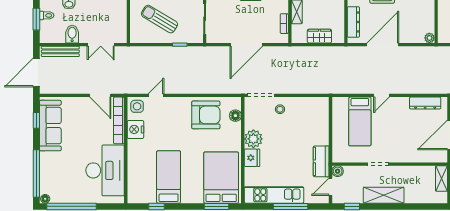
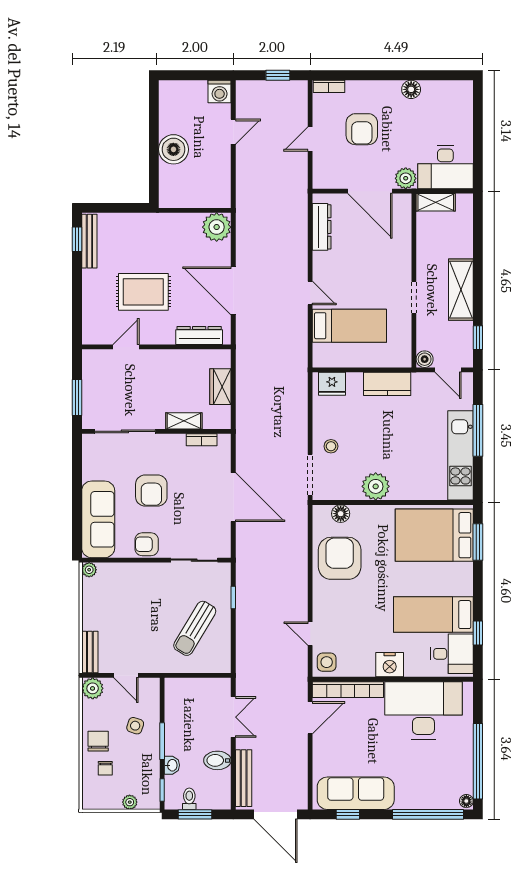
plant: (429, 38) -> (217, 227), width x1.88, depth x1.88
nightstand: (135, 129) -> (390, 665), moved
fridge: (252, 158) -> (332, 384), moved, turned 180
kitchen counter: (321, 161) -> (387, 384), moved
desk: (143, 189) -> (452, 654), added

